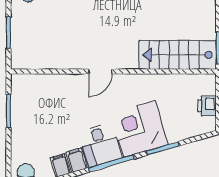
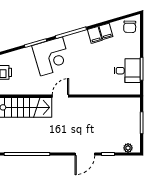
door: (100, 71) -> (61, 96), moved
desk: (100, 145) -> (127, 71), moved, turned 106

